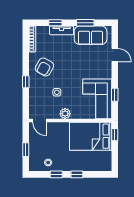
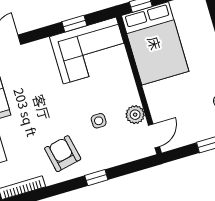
armchair: (44, 67) -> (63, 154), turned -131
plant: (65, 114) -> (135, 115), moved

